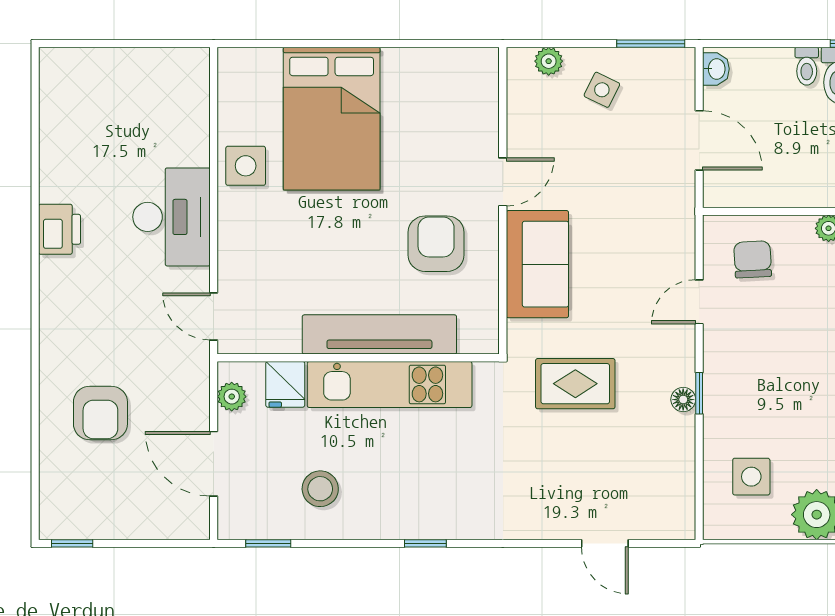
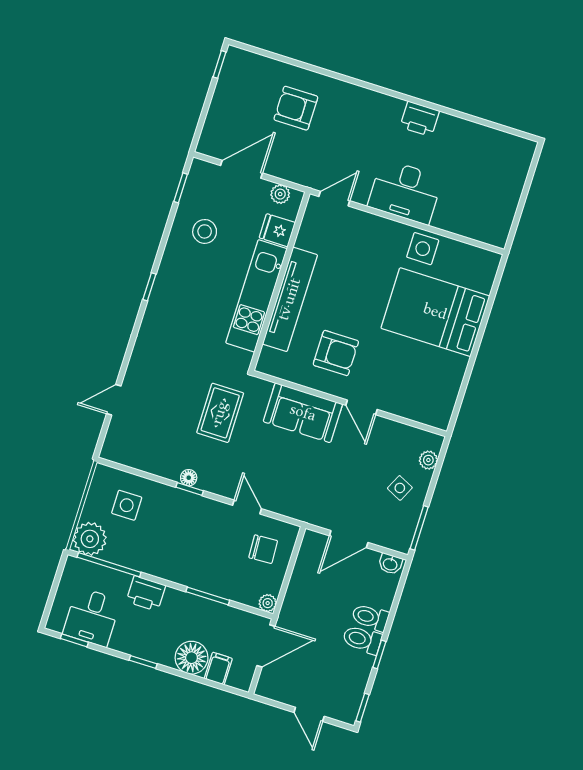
toilet: (807, 66) -> (370, 617), width x1.37, depth x1.39

